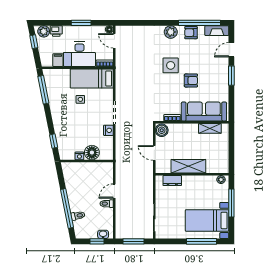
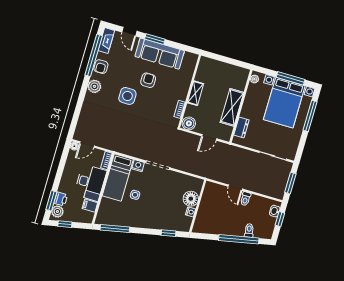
window: (81, 23) -> (51, 201), moved
sofa: (204, 111) -> (160, 54), moved, turned -90
shelving: (210, 128) -> (196, 93), moved
nightstand: (108, 130) -> (138, 166), moved
window: (231, 203) -> (291, 78), moved
bed with nightstands: (207, 220) -> (284, 103), width x1.36

